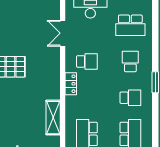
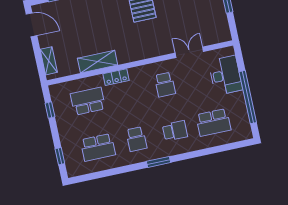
school desk: (130, 25) -> (213, 122), turned -90
locker: (71, 84) -> (116, 77), moved

